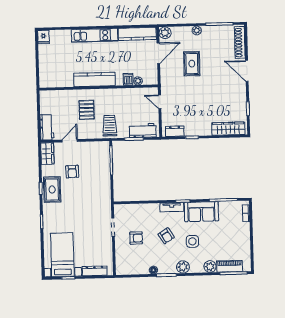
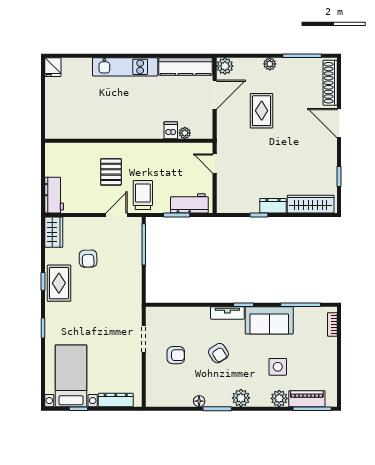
kitchen counter: (95, 79) -> (123, 129), removed
dresser: (175, 131) -> (273, 206), moved
door: (70, 141) -> (117, 215), moved
side table: (192, 241) -> (278, 367), moved

